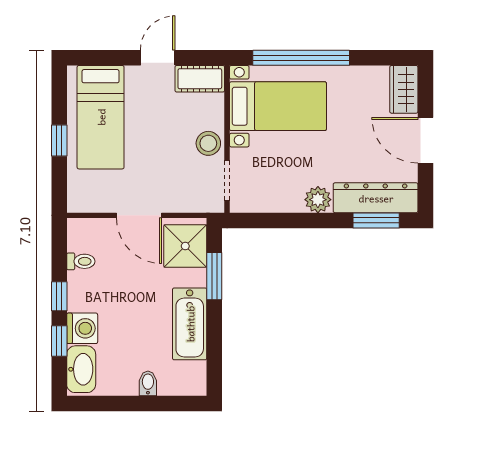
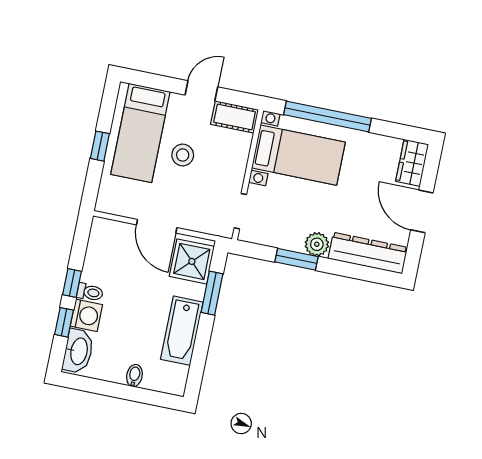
stool: (208, 143) -> (183, 155), moved
window: (376, 220) -> (296, 259), moved
toilet: (81, 261) -> (90, 292), moved

